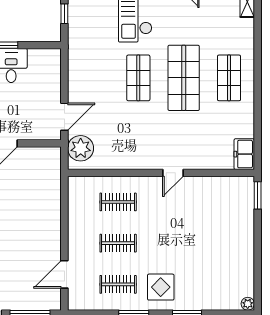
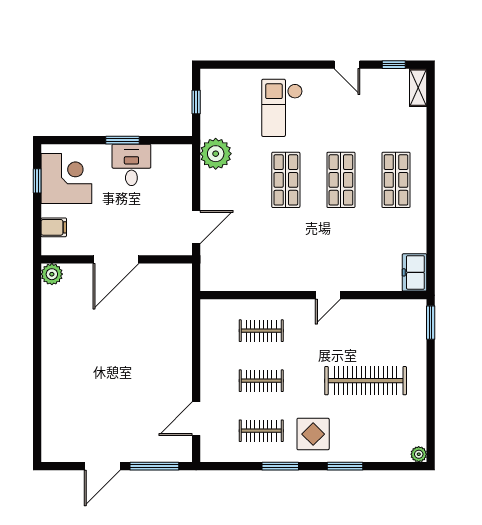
shop shelf: (184, 78) -> (341, 180), width x0.70, depth x0.74
plant: (81, 148) -> (216, 154), moved
clothes rail: (204, 243) -> (366, 381), added

